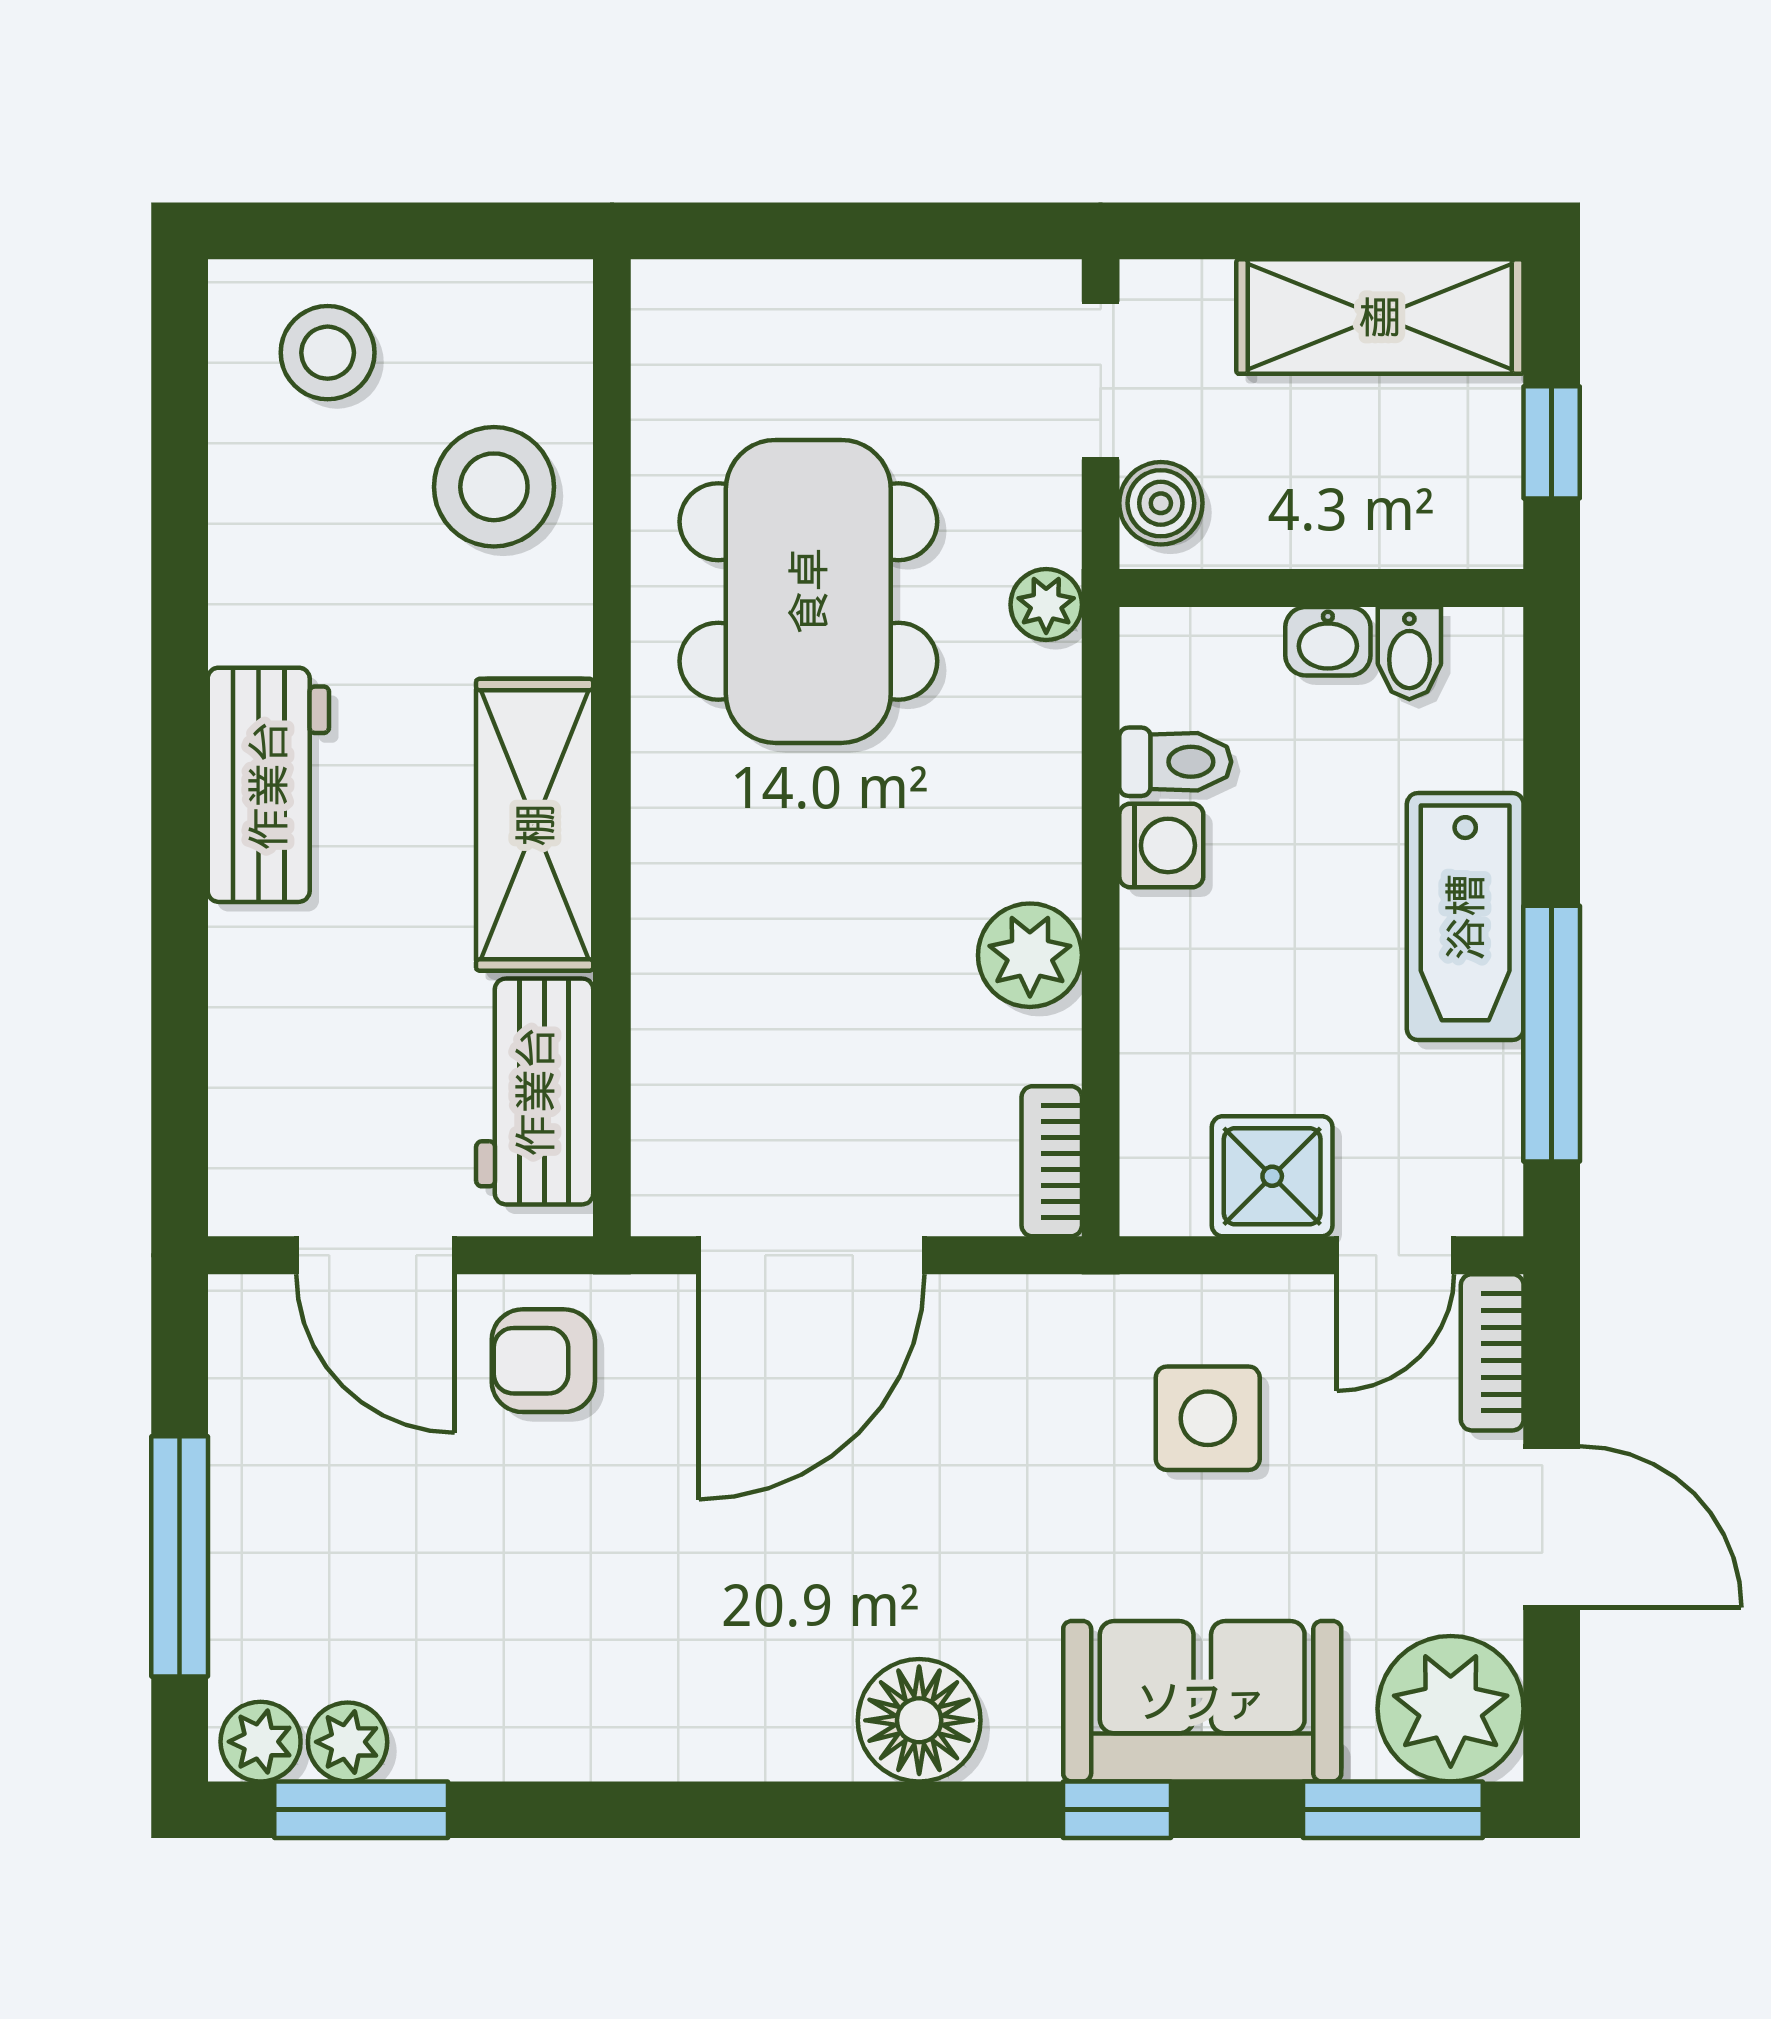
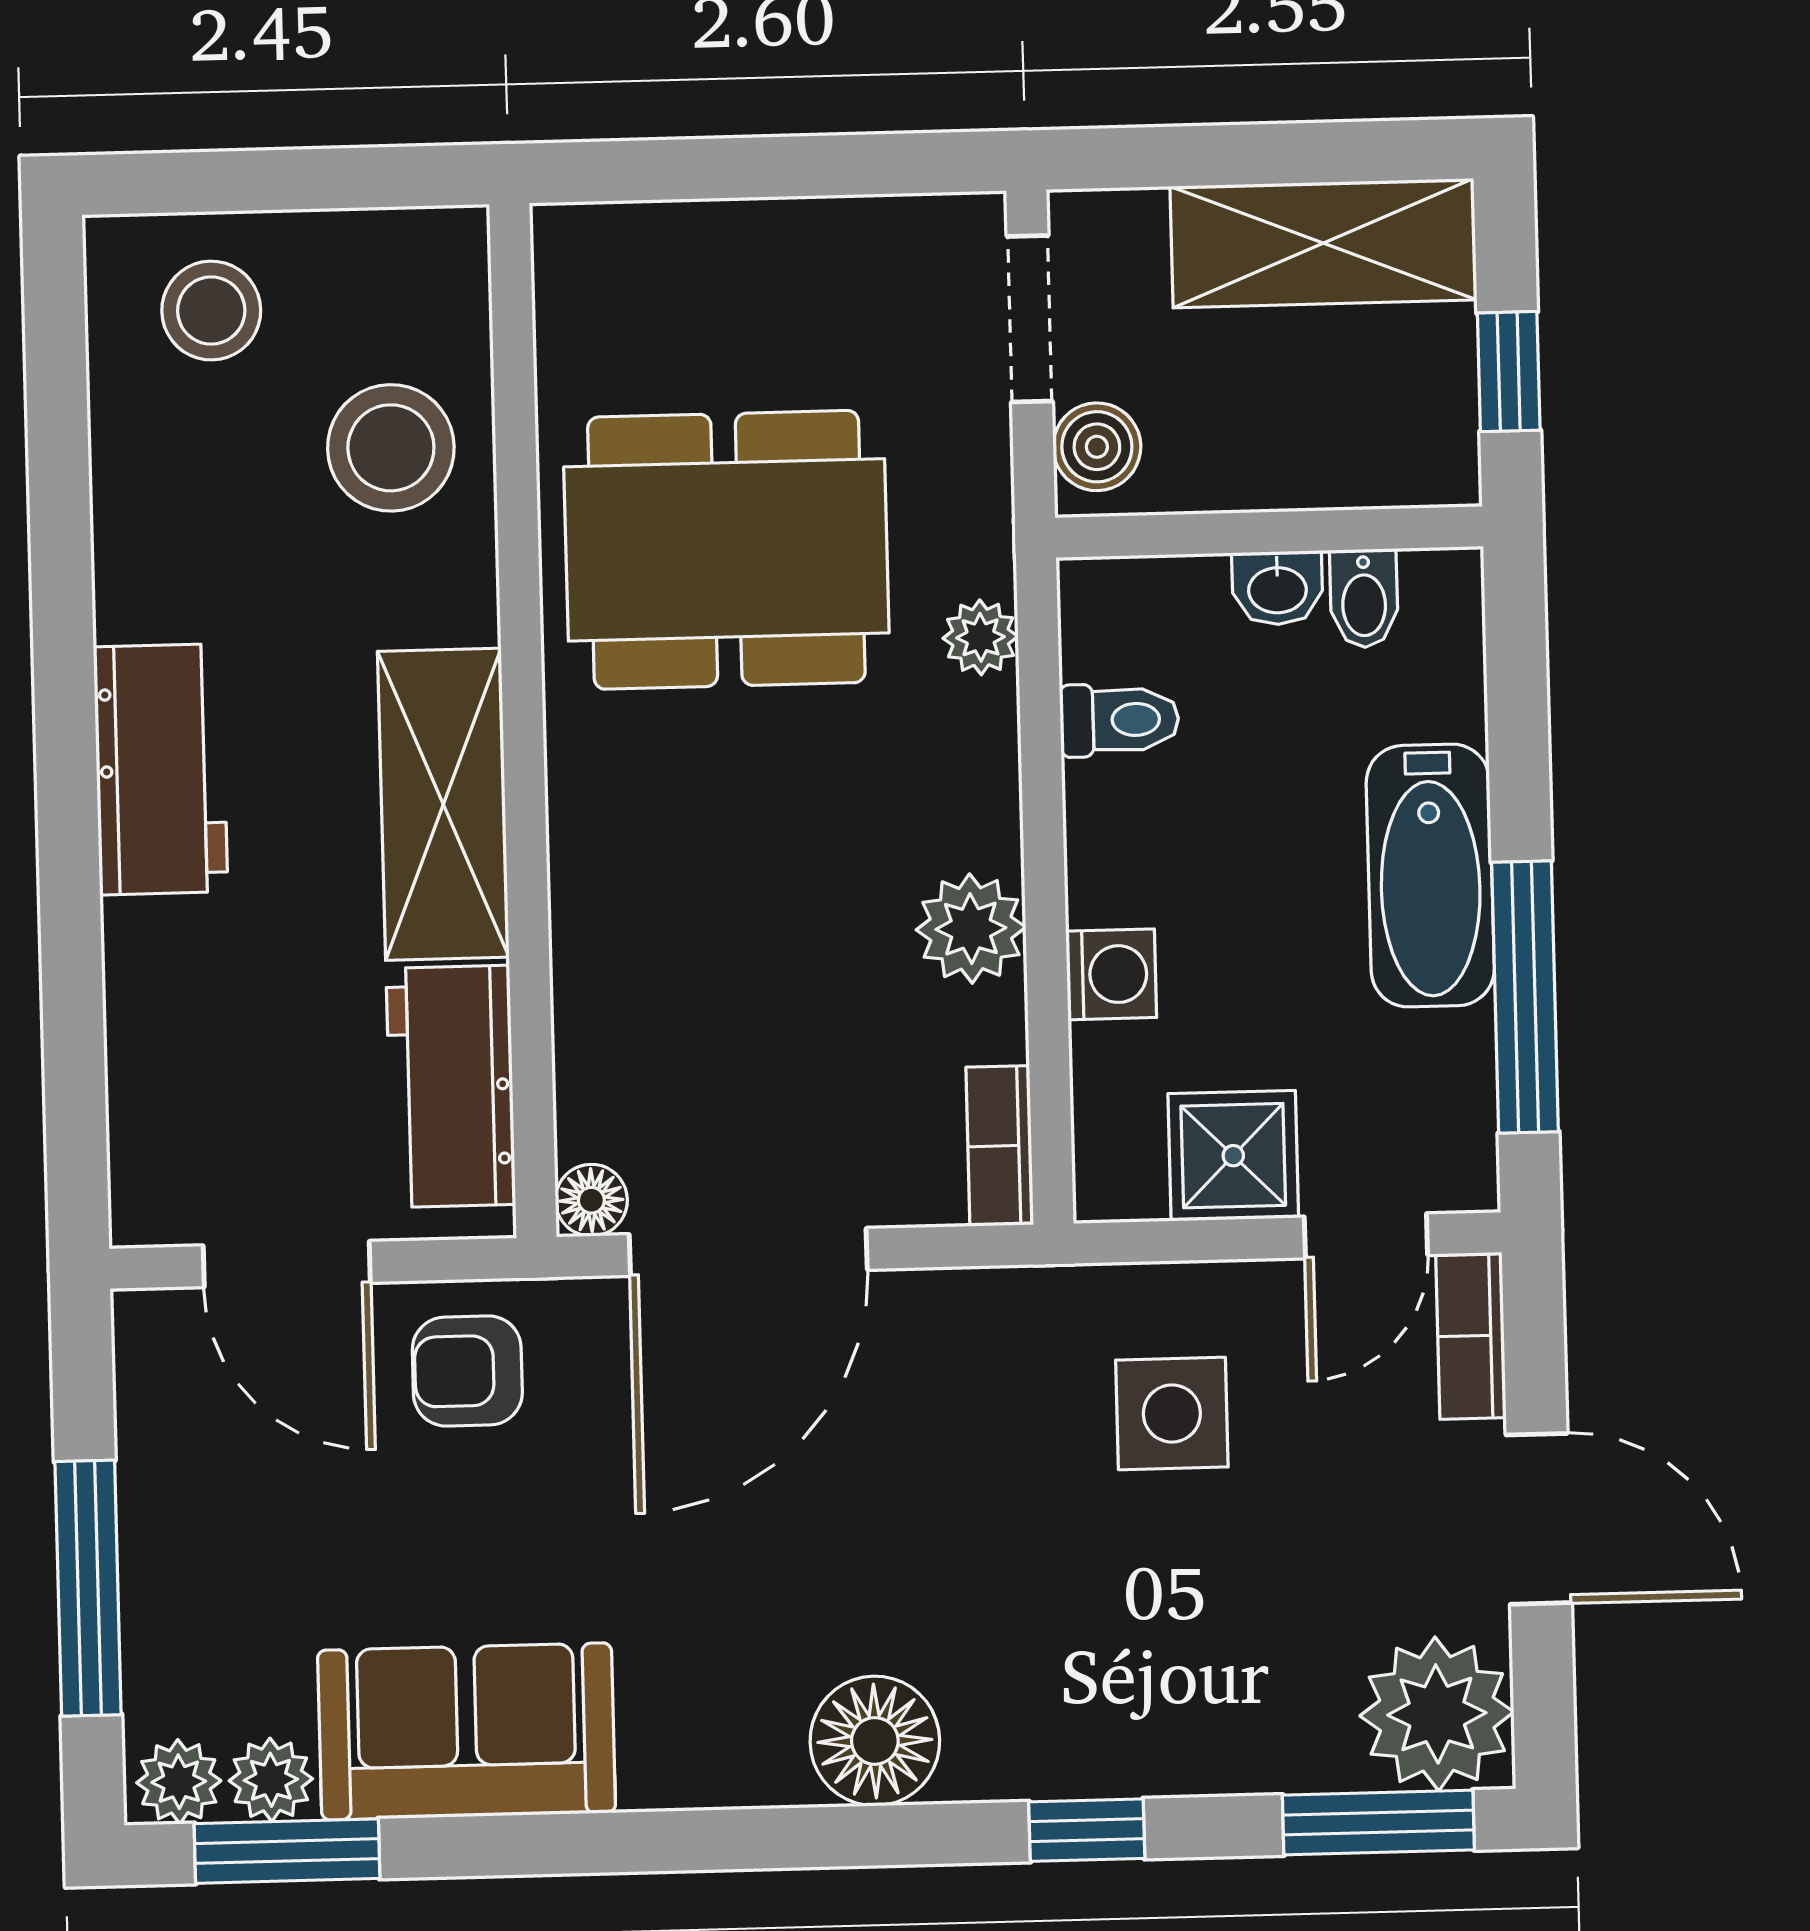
dining table: (808, 591) -> (726, 550), turned 90
plant: (1046, 605) -> (981, 637), moved
washing machine: (1161, 845) -> (1111, 974), moved
floor lamp: (665, 1202) -> (591, 1200), added
sofa: (1202, 1701) -> (467, 1731), moved

